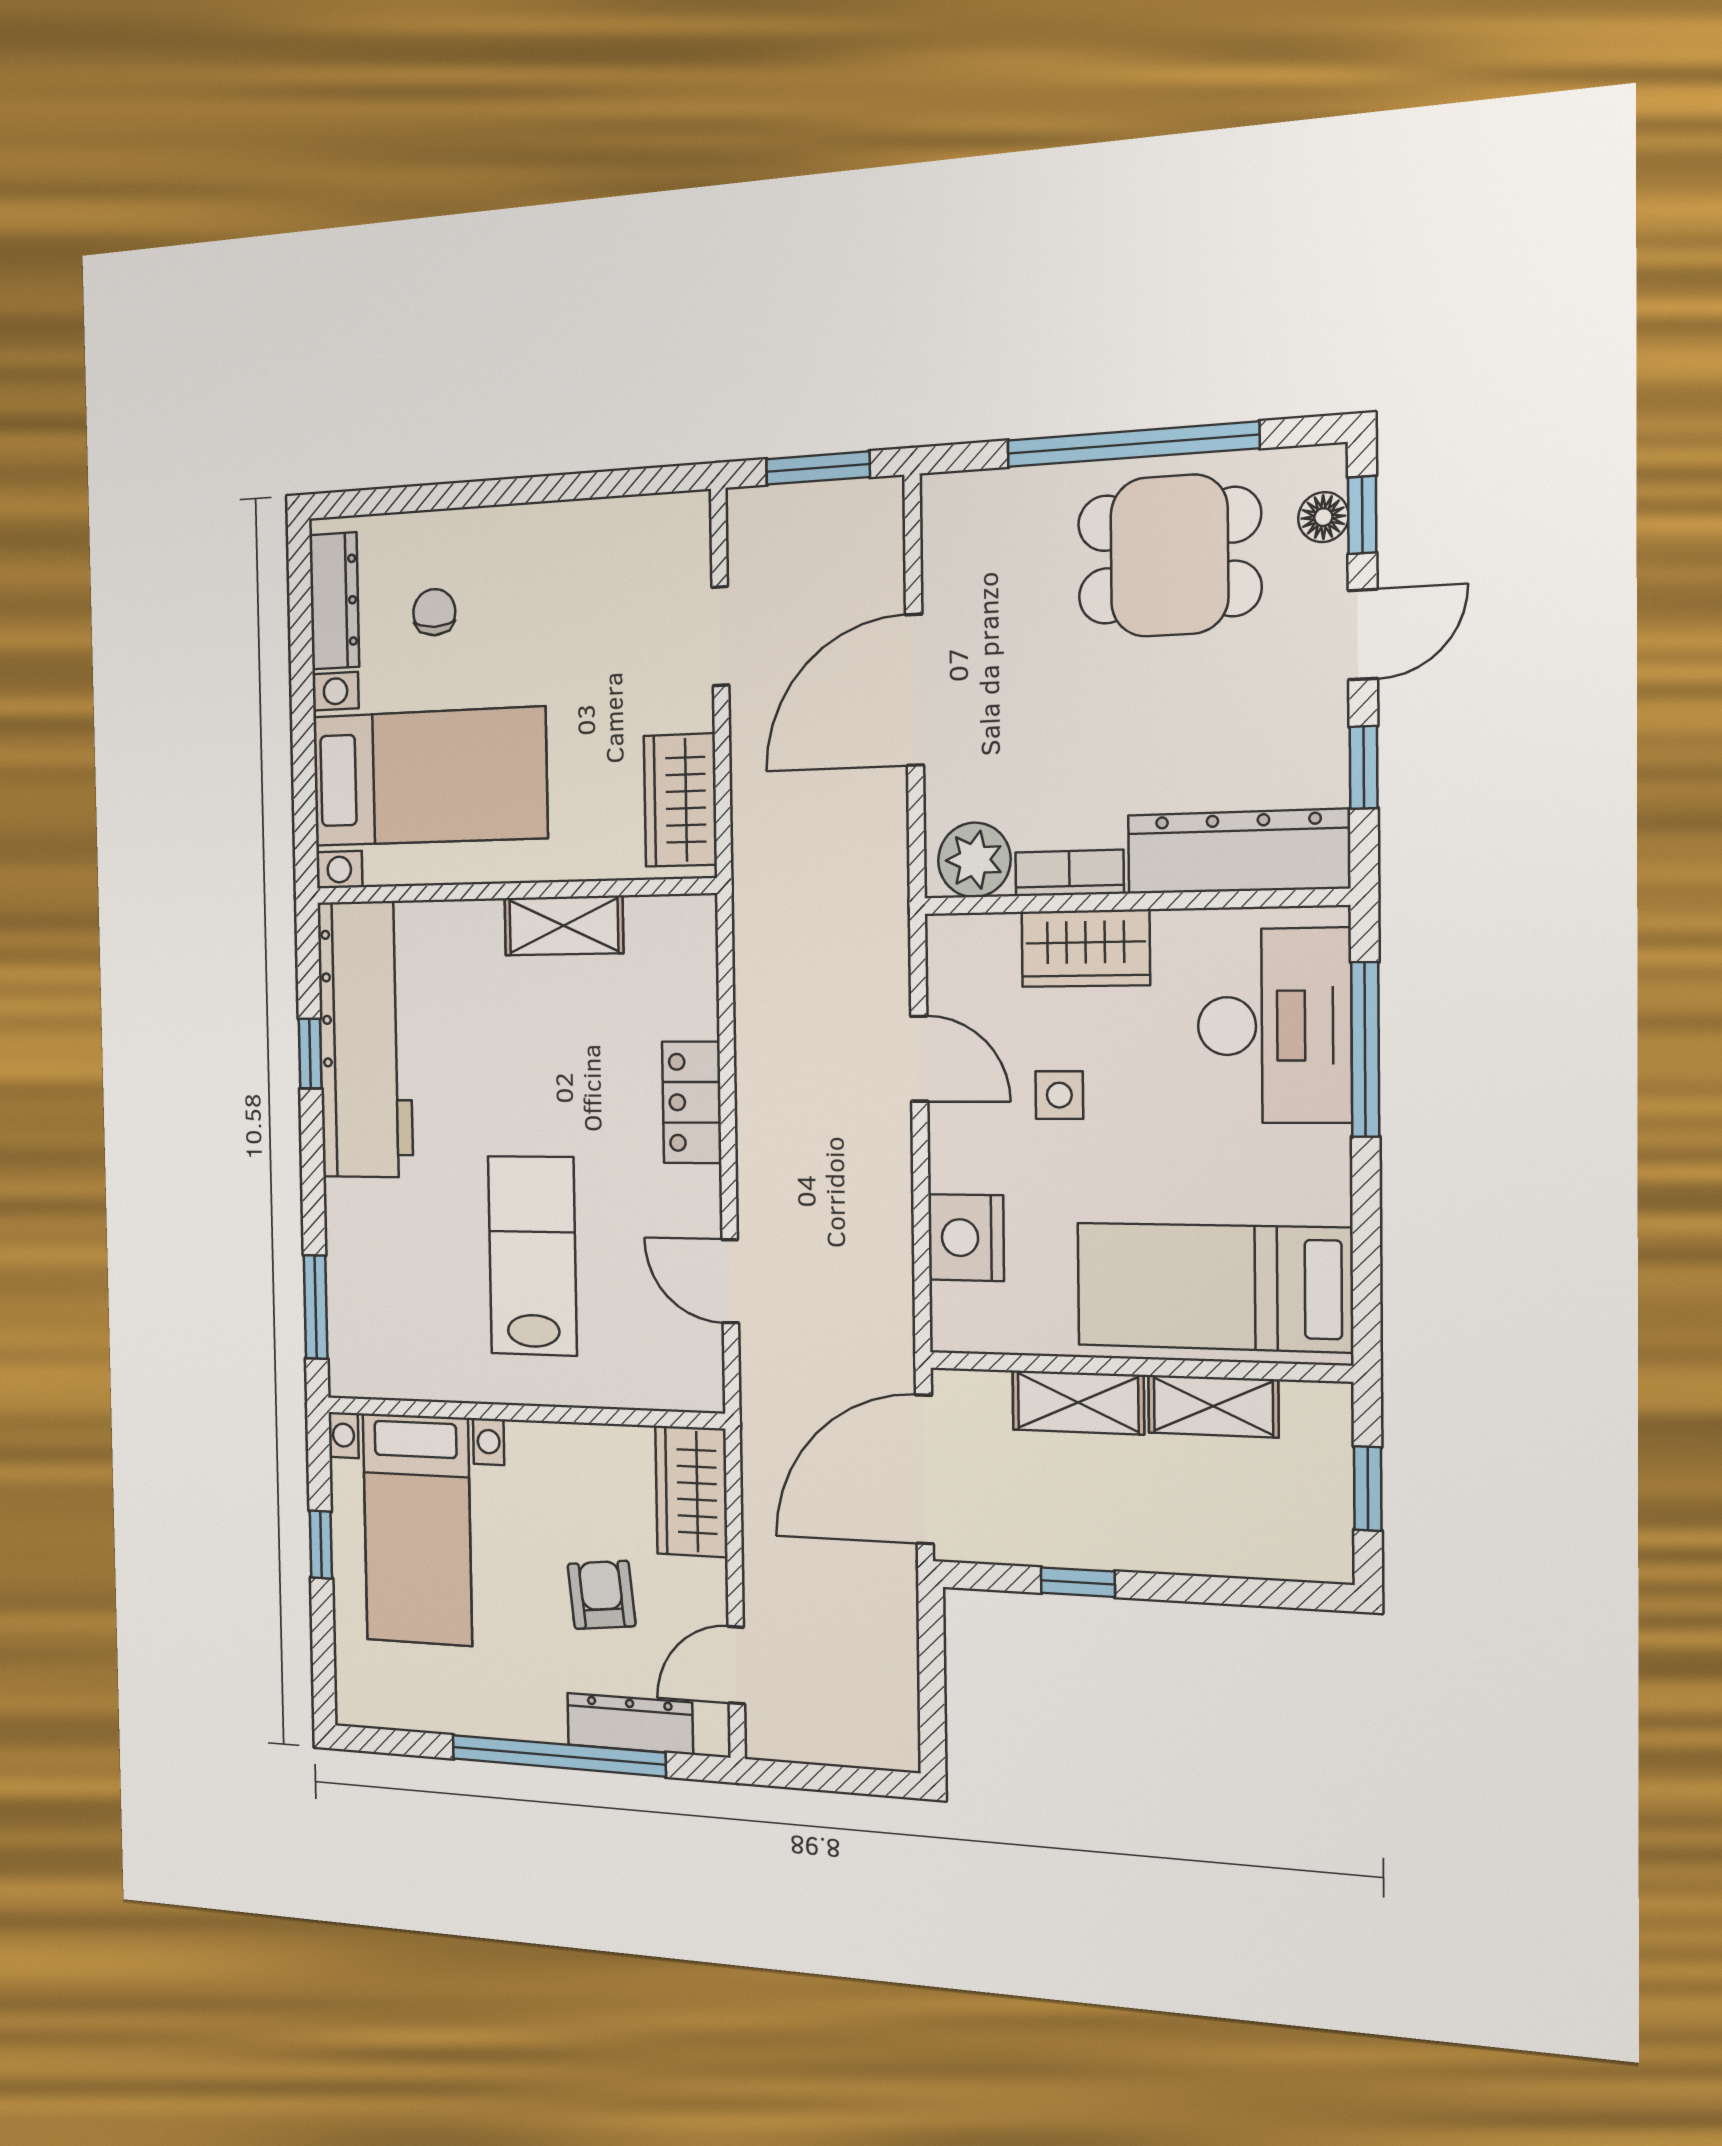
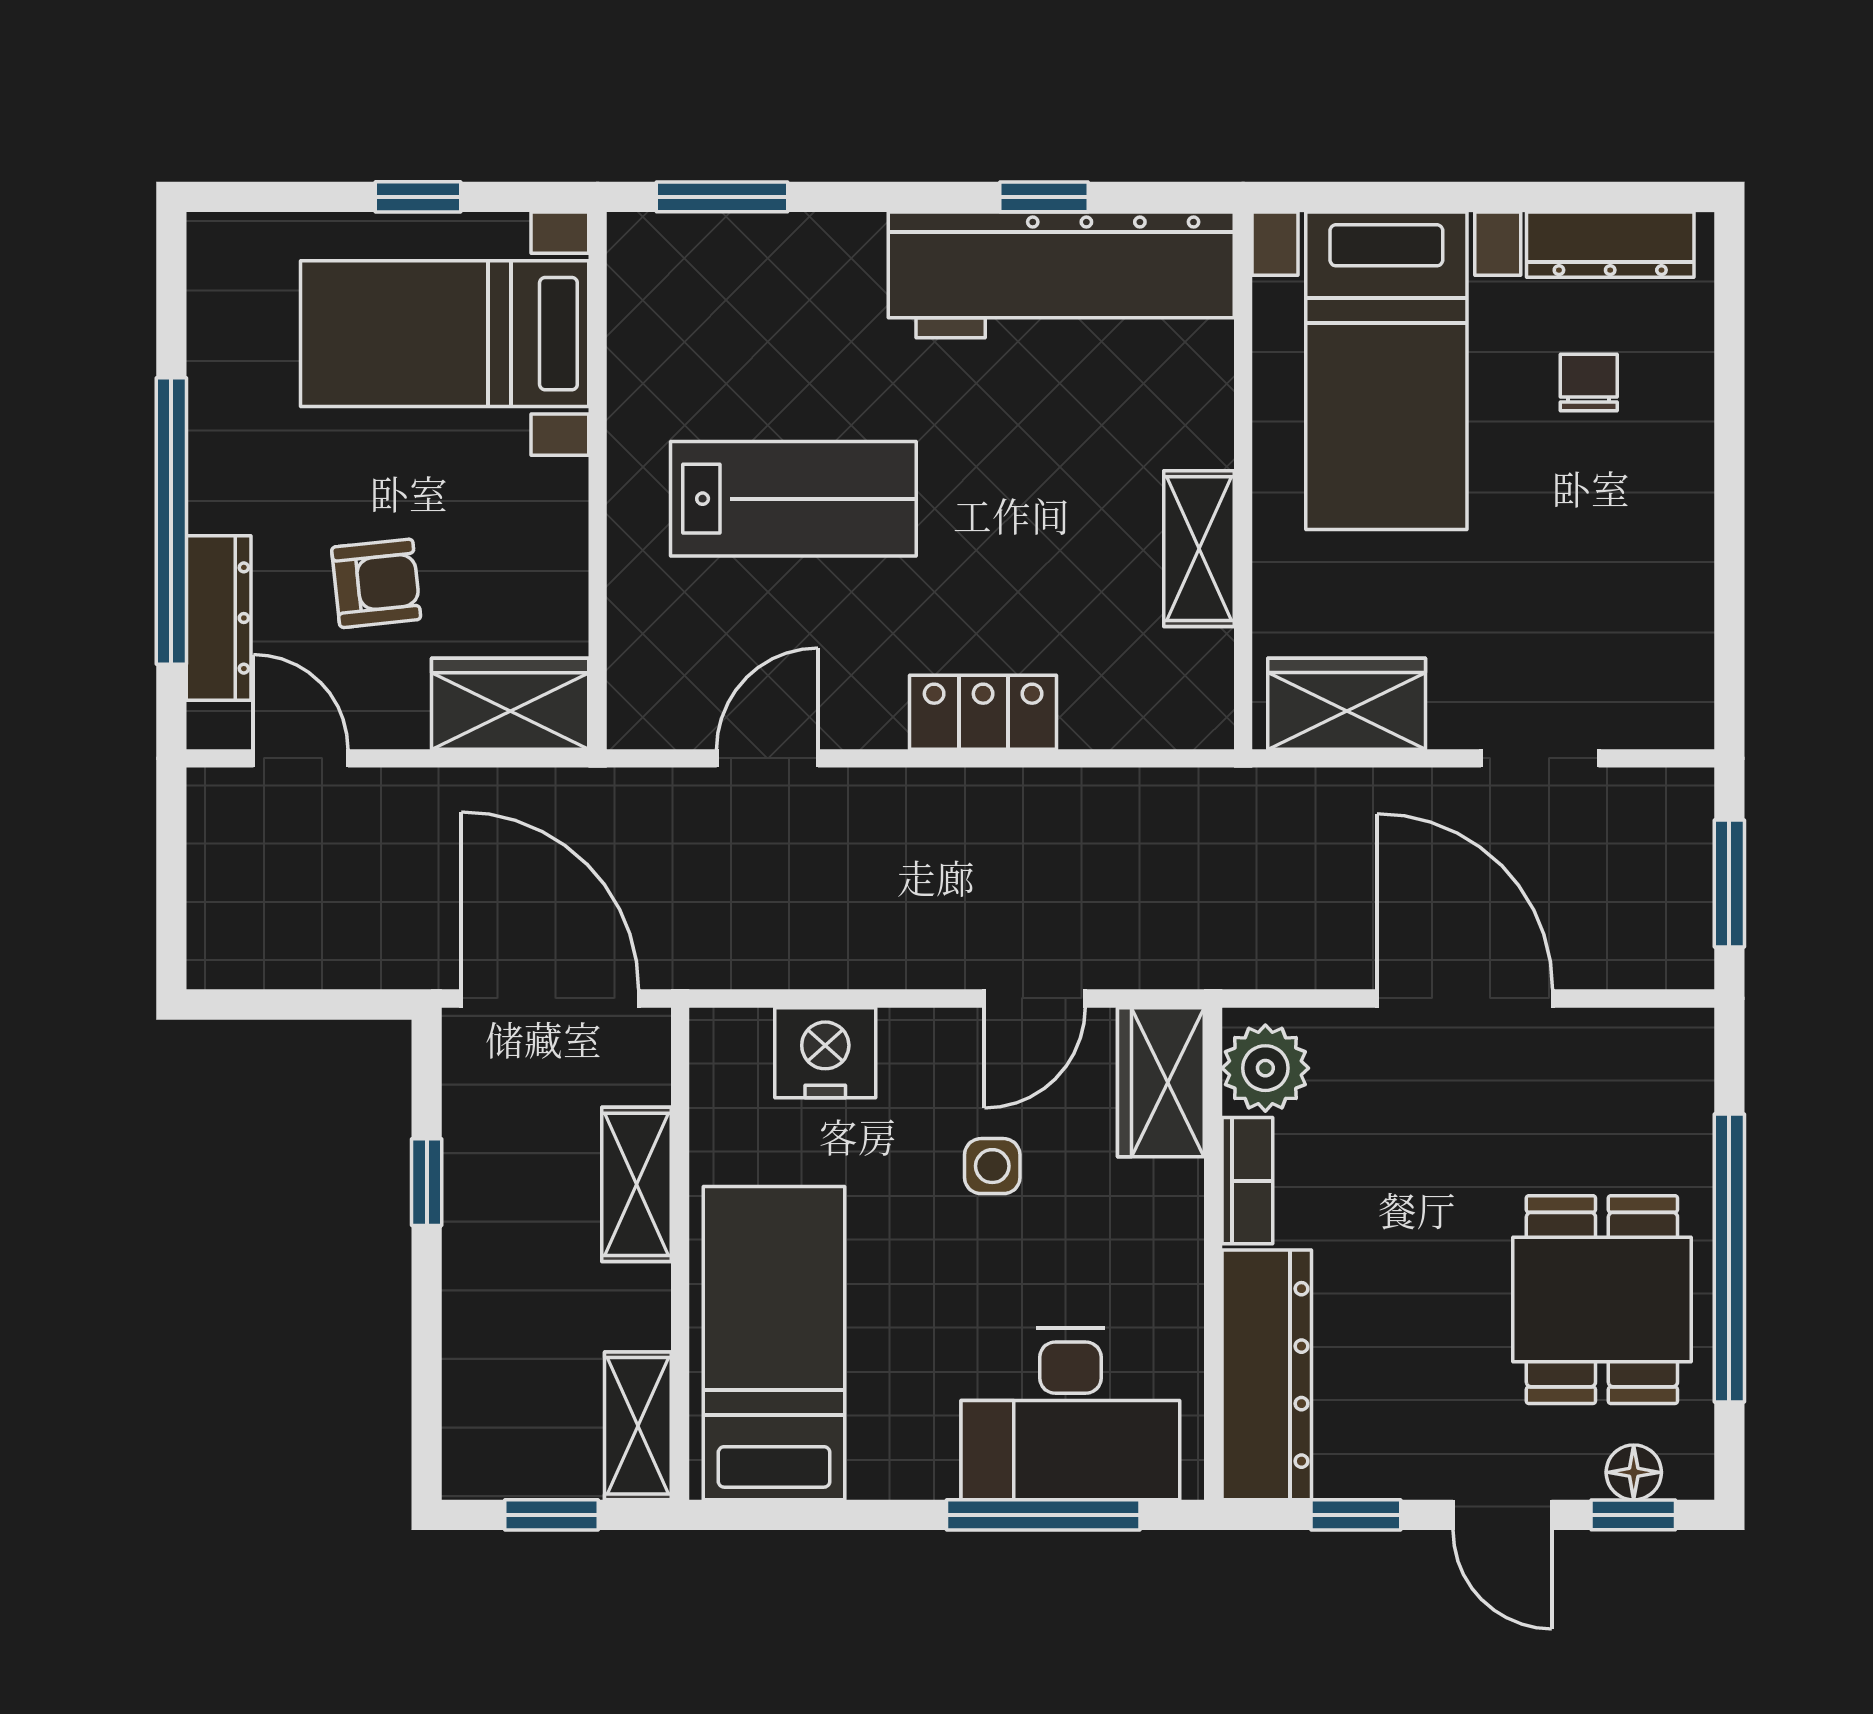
chair: (434, 612) -> (1589, 382), turned -90
wardrobe: (1085, 948) -> (1161, 1082), moved
shelving: (1213, 1406) -> (638, 1426), moved

